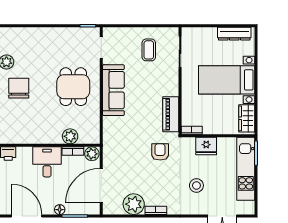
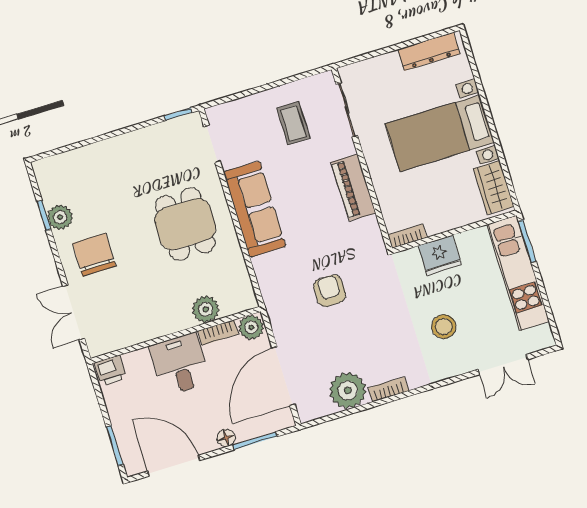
piano: (171, 114) -> (354, 188), moved
armchair: (160, 152) -> (330, 291), moved

